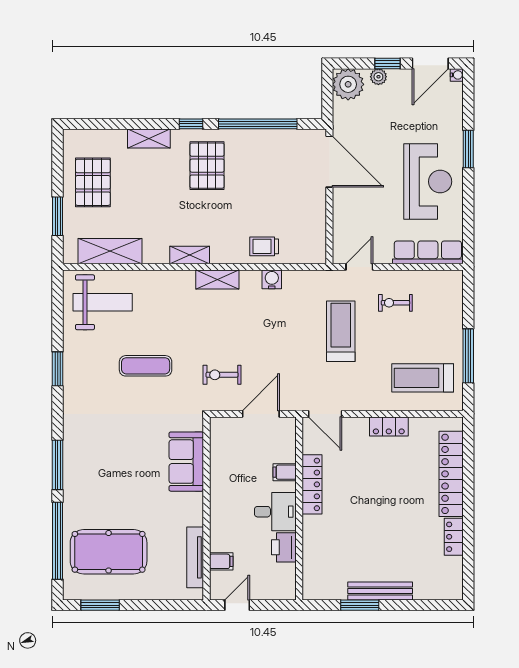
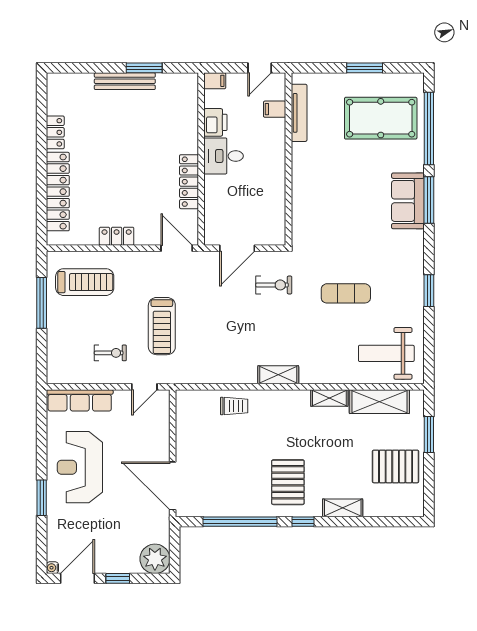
plant: (378, 77) -> (126, 566), removed
pallet: (93, 182) -> (396, 466), turned 90
shelving: (190, 255) -> (329, 398), moved
water cooler: (272, 279) -> (227, 375), removed
sofa: (186, 462) -> (408, 201), moved, turned 180
filing cabinet: (285, 472) -> (215, 81), moved
window: (100, 605) -> (365, 68), moved

